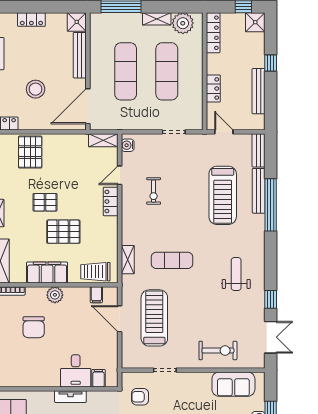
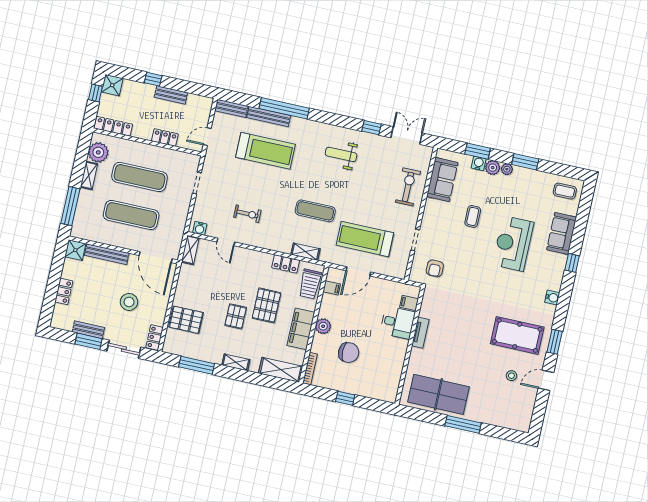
bench: (259, 91) -> (171, 95), width x0.73
locker: (111, 201) -> (286, 264), moved
exercise mat: (172, 260) -> (315, 211), turned 90

